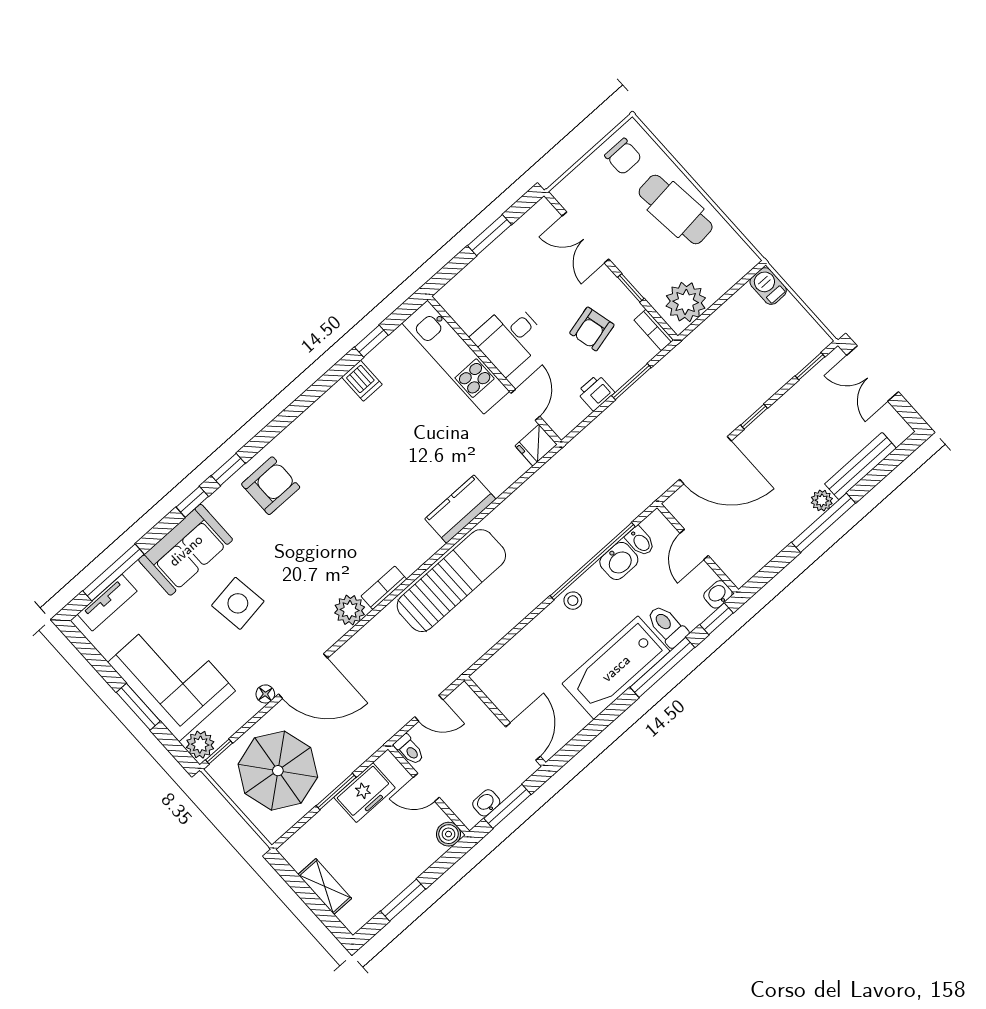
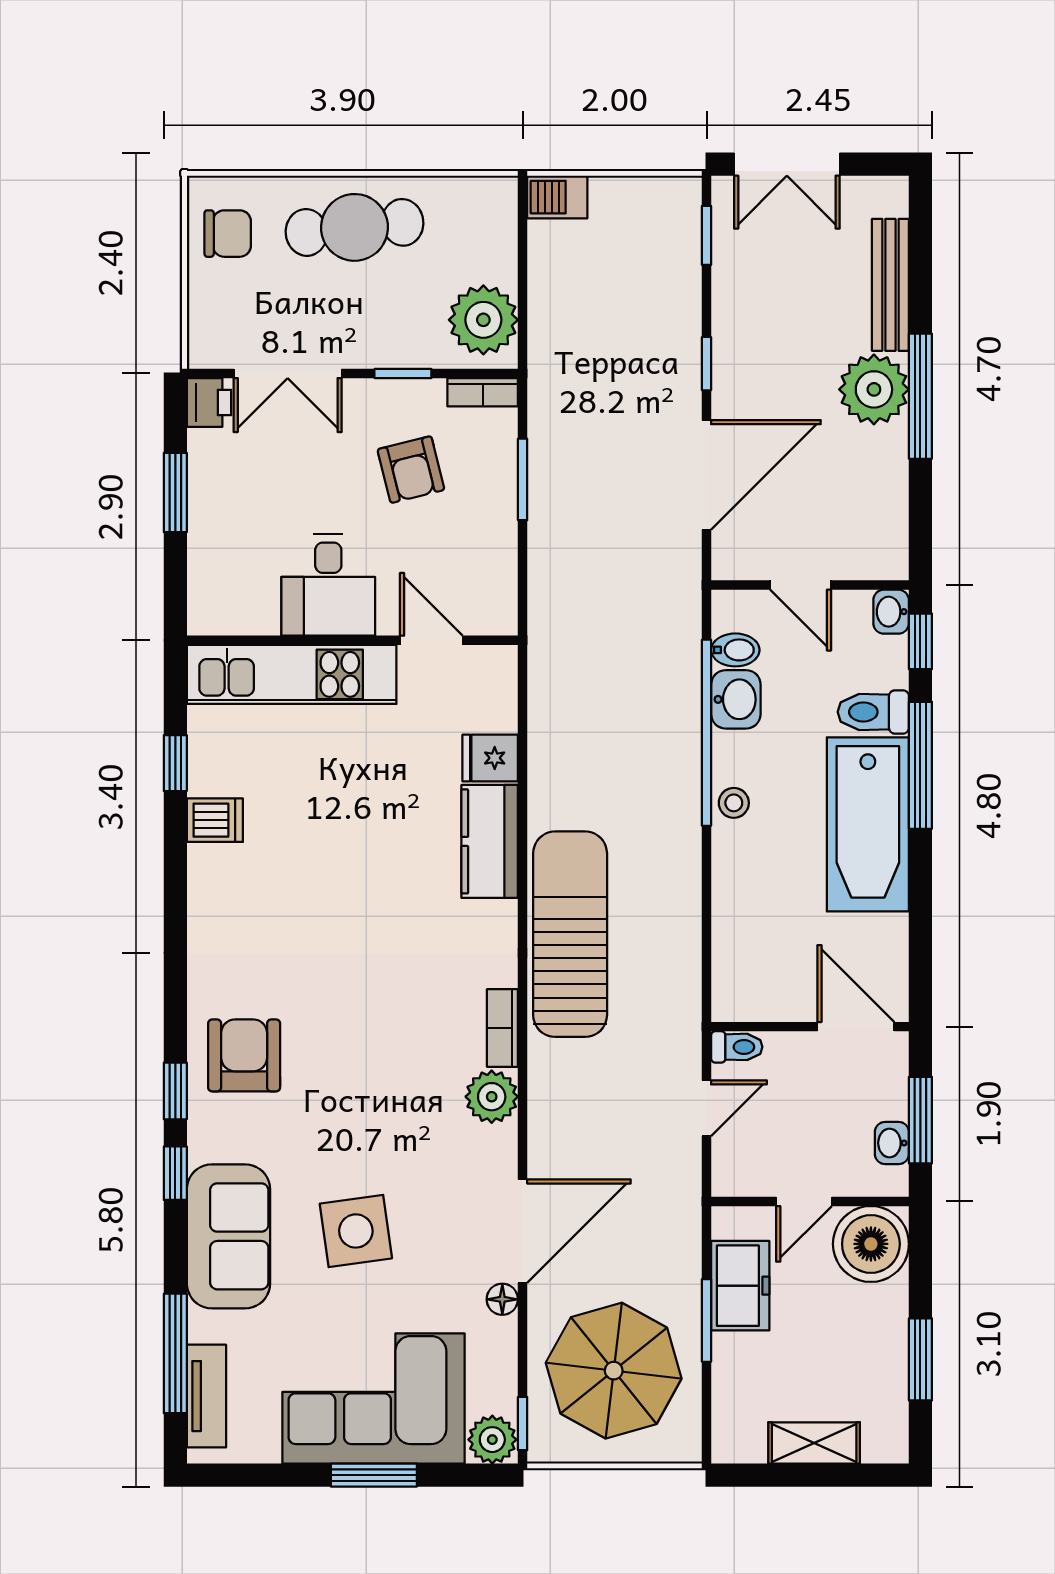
printer: (596, 392) -> (209, 403), moved, turned 180
fridge: (536, 445) -> (490, 758), moved, turned 90
plant: (822, 501) -> (874, 389), width x1.88, depth x1.88
toilet: (409, 750) -> (737, 1047), moved
boiler: (449, 834) -> (871, 1244), width x1.86, depth x1.86

